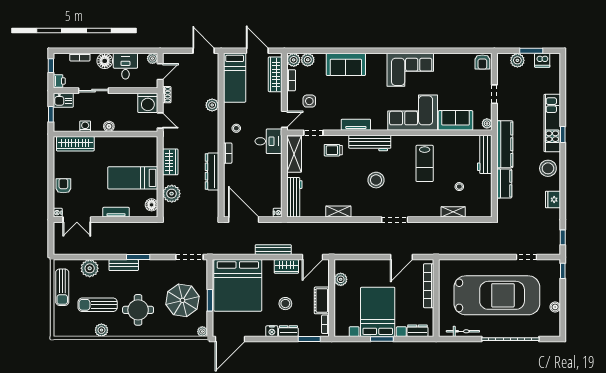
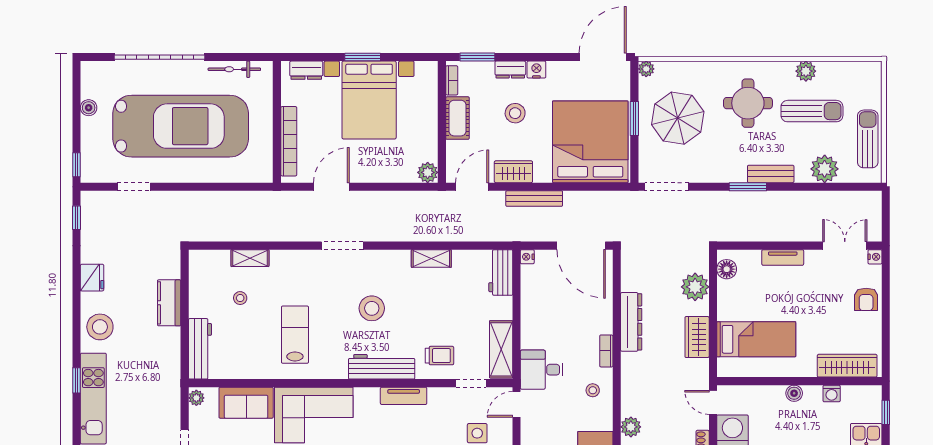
kitchen counter: (505, 144) -> (168, 365), removed
bed: (133, 178) -> (756, 339), moved
workbench: (294, 197) -> (501, 272), width x0.73
plant: (341, 279) -> (428, 172), moved
car: (497, 295) -> (181, 126), turned 180

